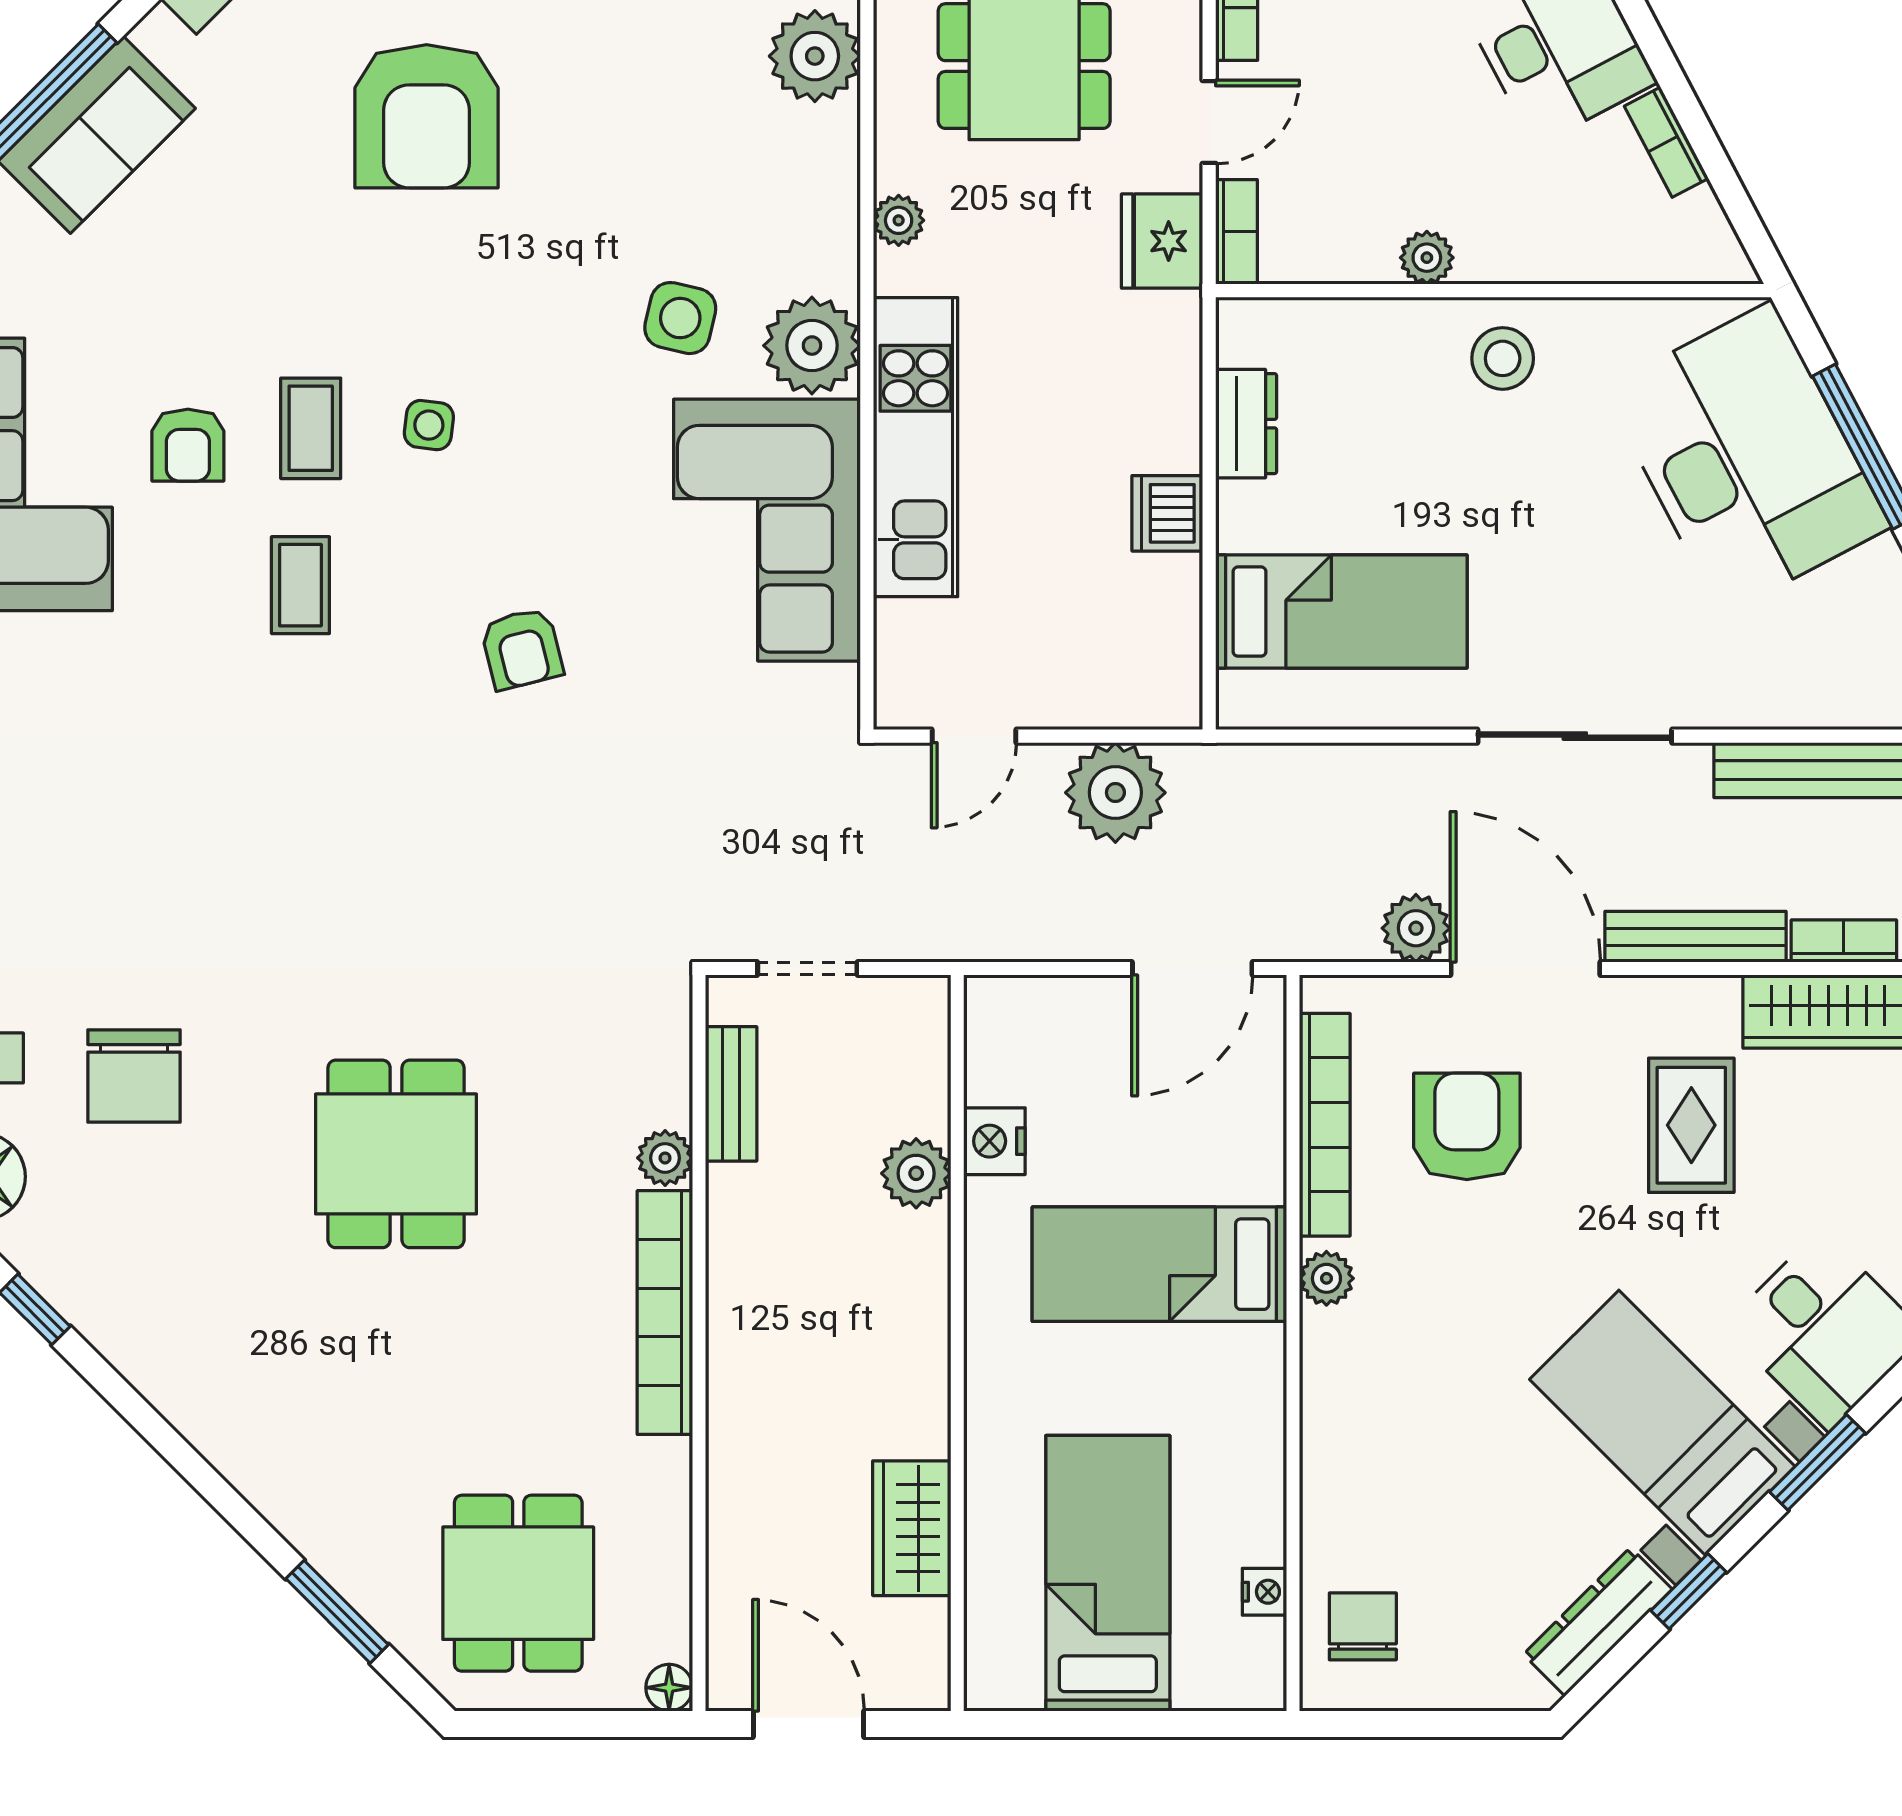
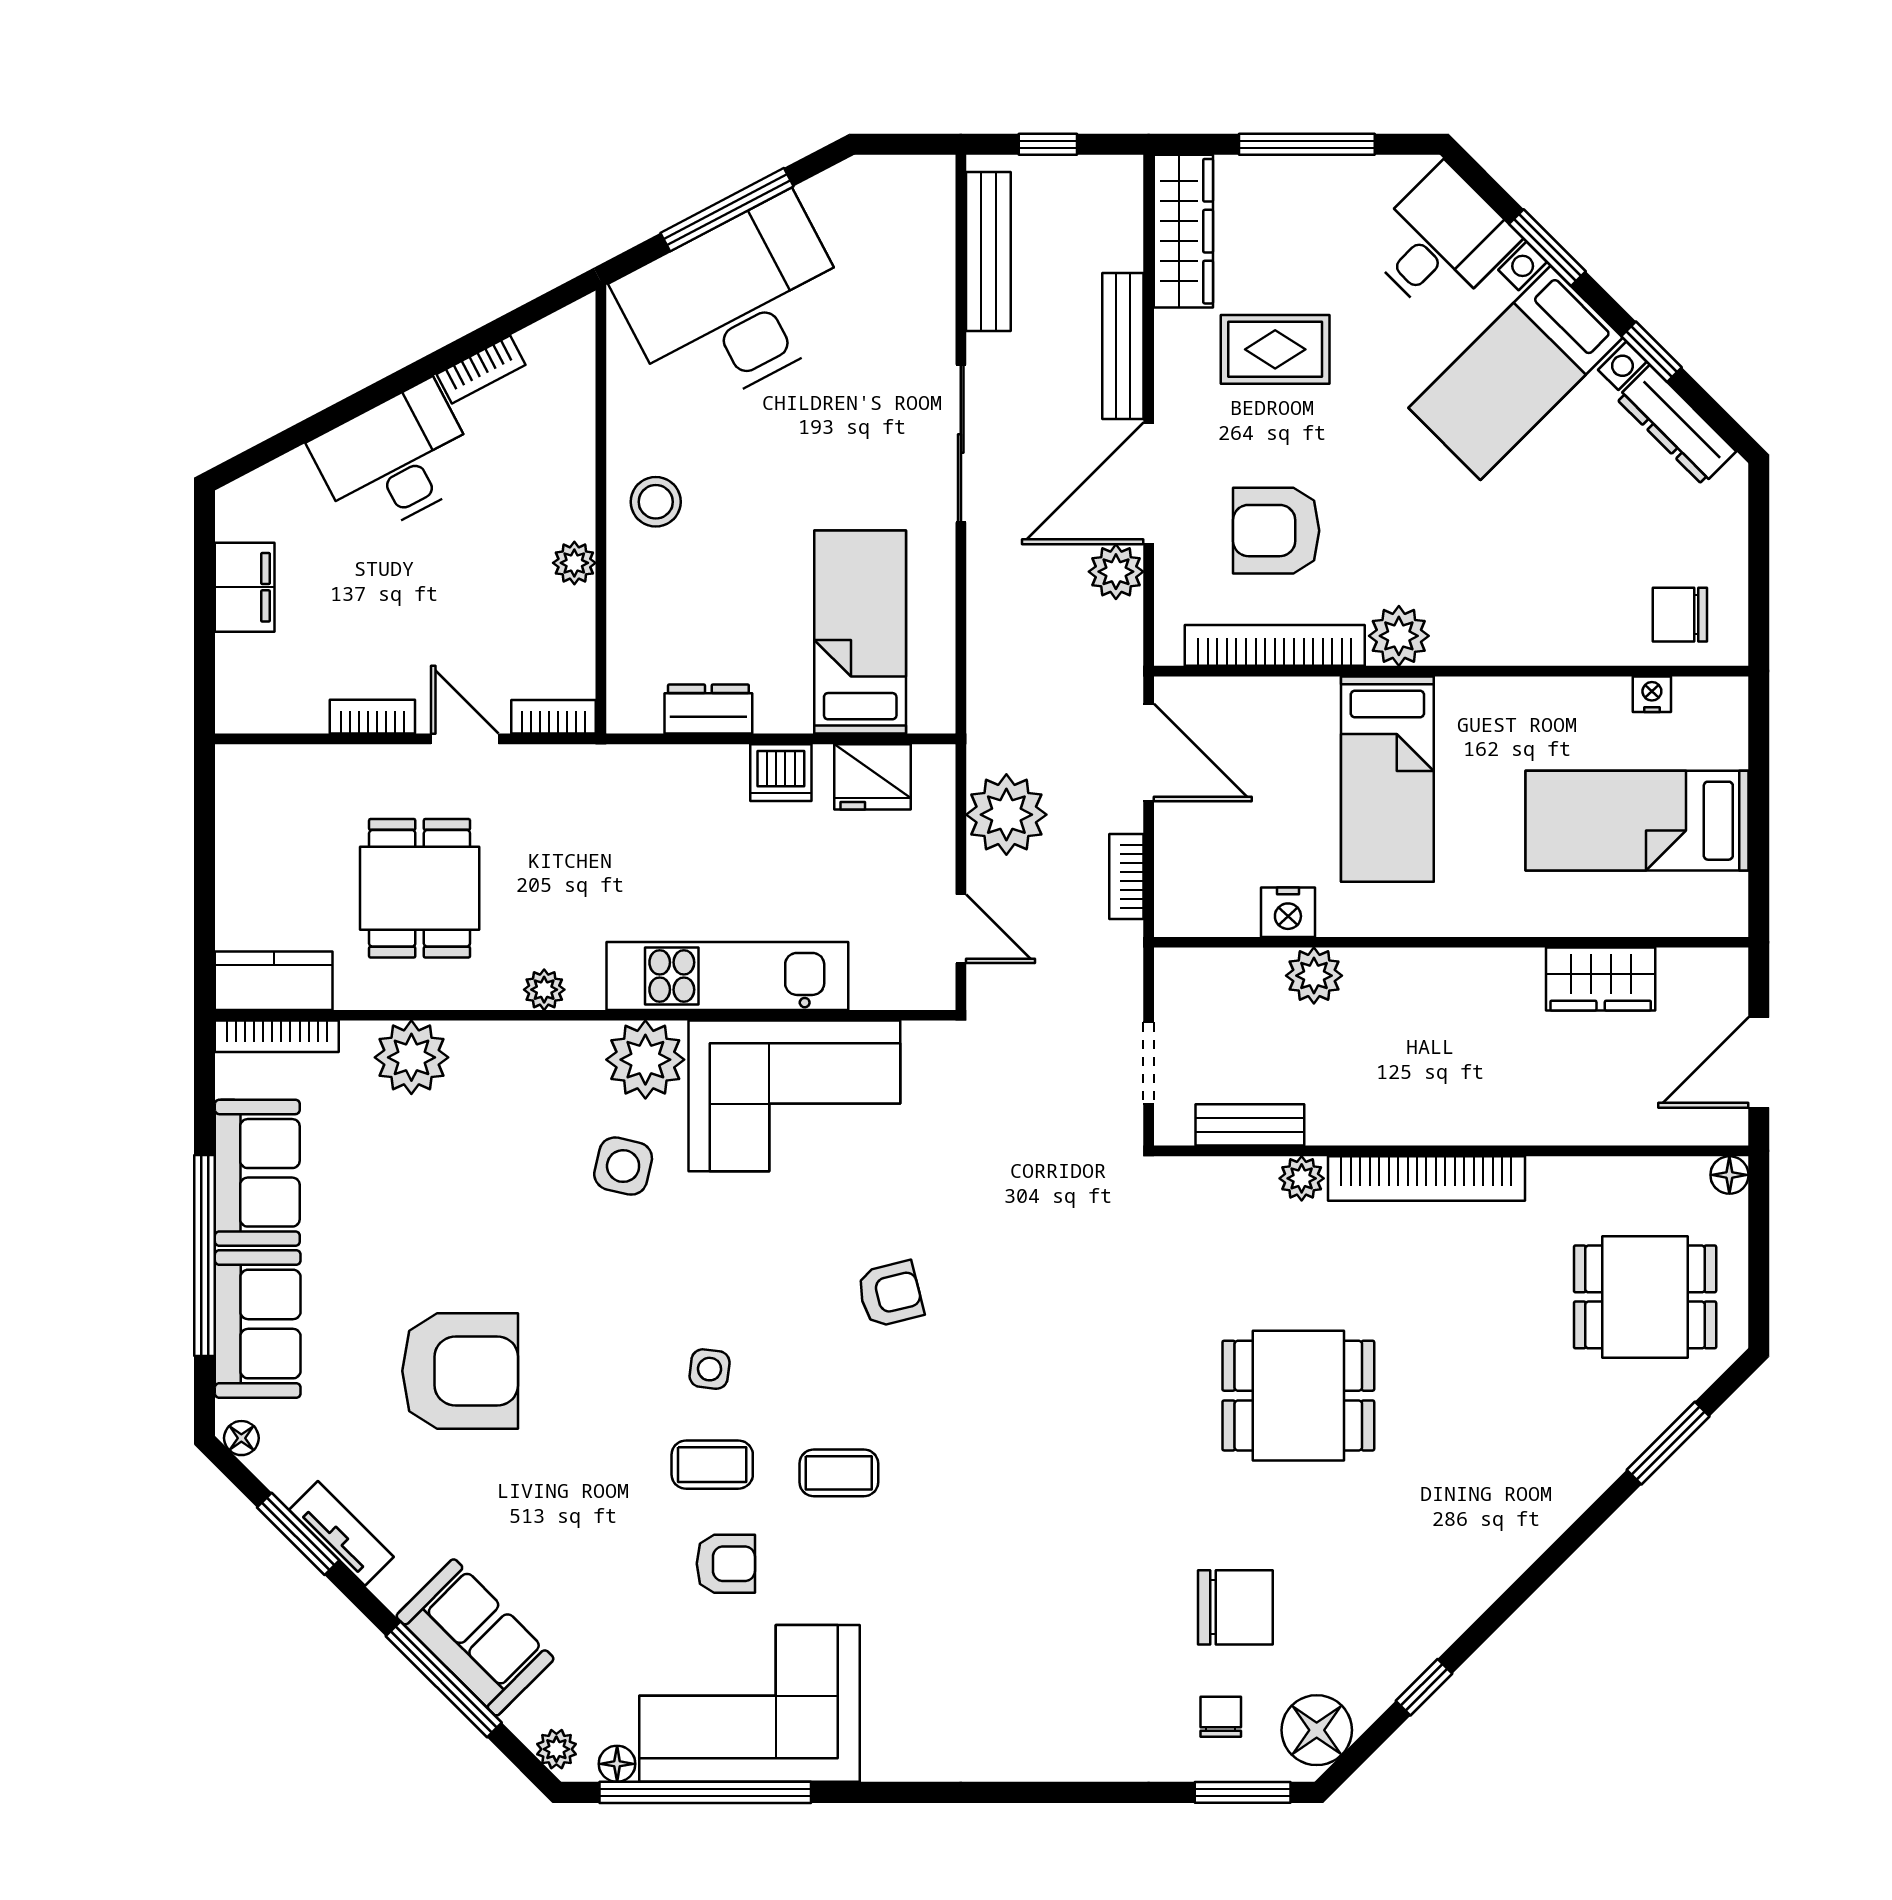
fridge: (1162, 241) -> (873, 777), moved
bookcase: (1844, 941) -> (1126, 876), moved
plant: (1326, 1278) -> (1399, 636), width x1.38, depth x1.38

